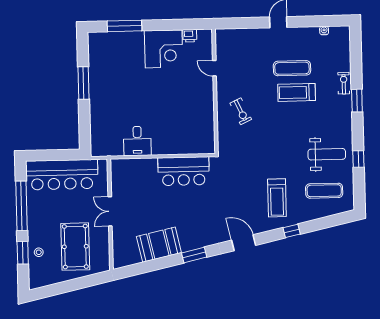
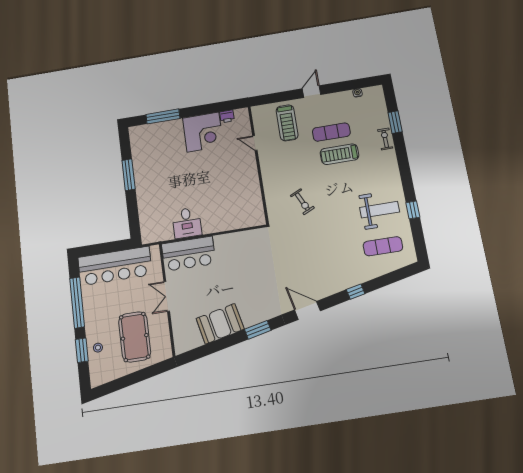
window: (357, 101) -> (395, 122), moved
exercise bike: (241, 111) -> (302, 202), moved
bar counter: (184, 171) -> (189, 254), moved
treadmill: (277, 198) -> (287, 123), moved

